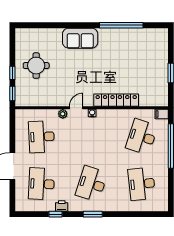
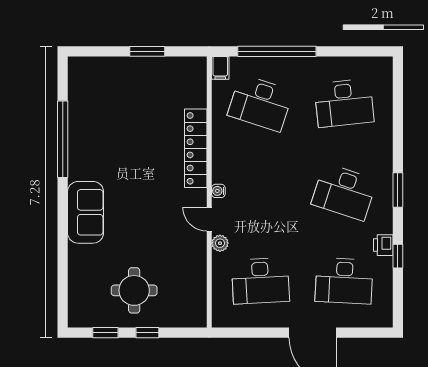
window: (12, 94) -> (105, 333), moved

